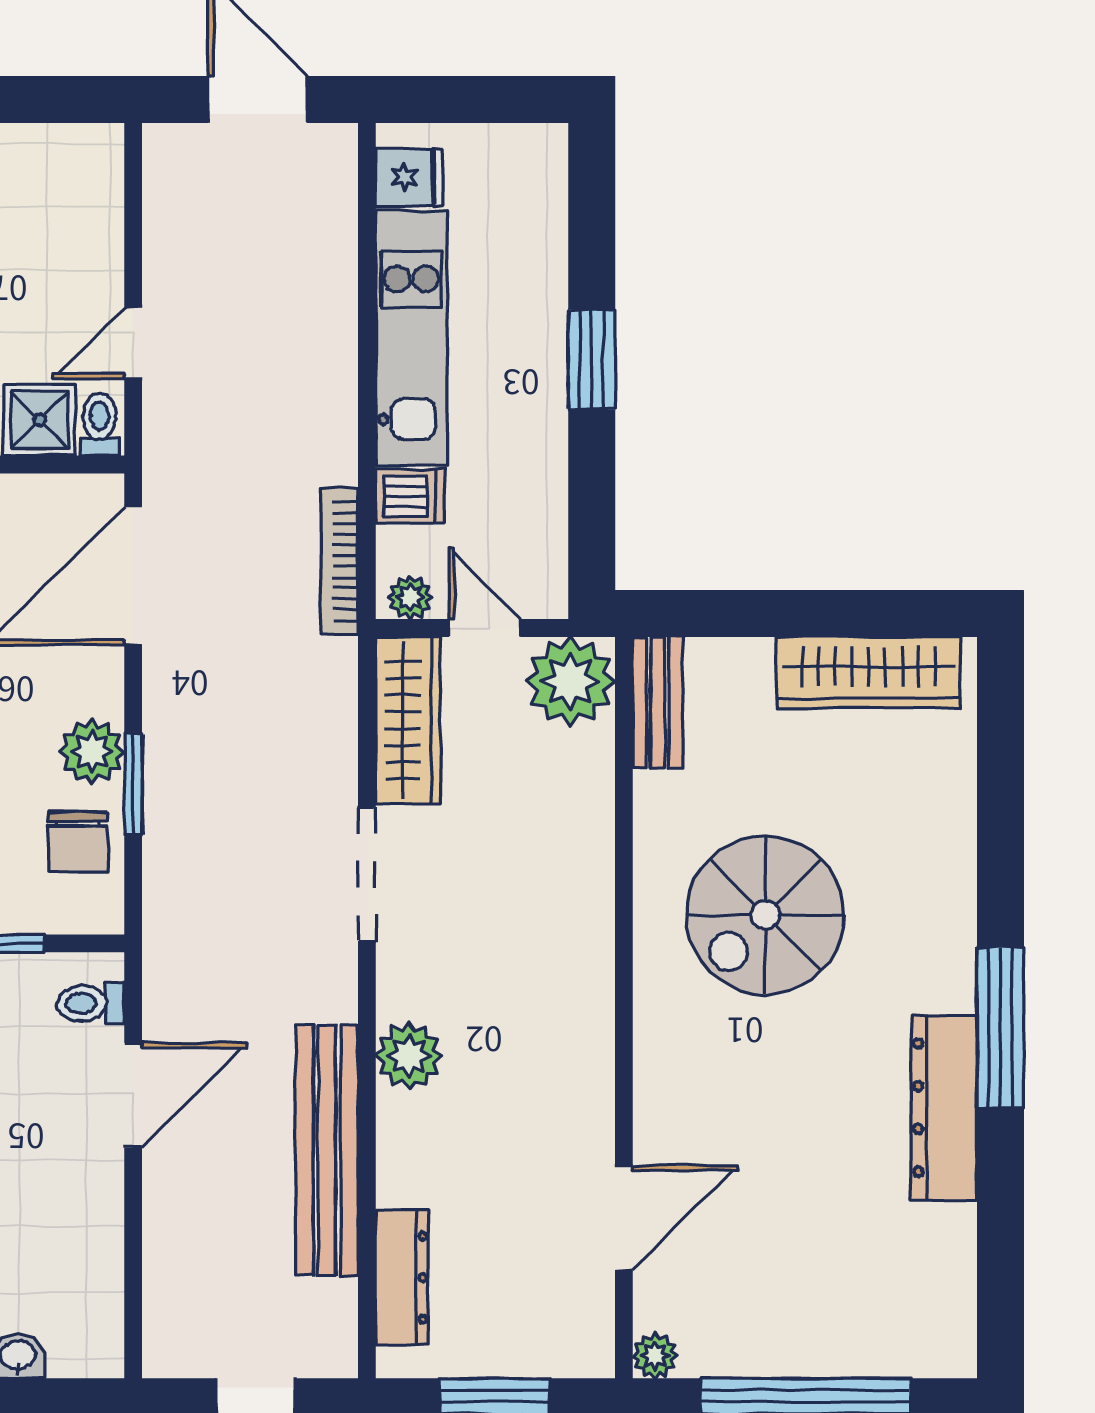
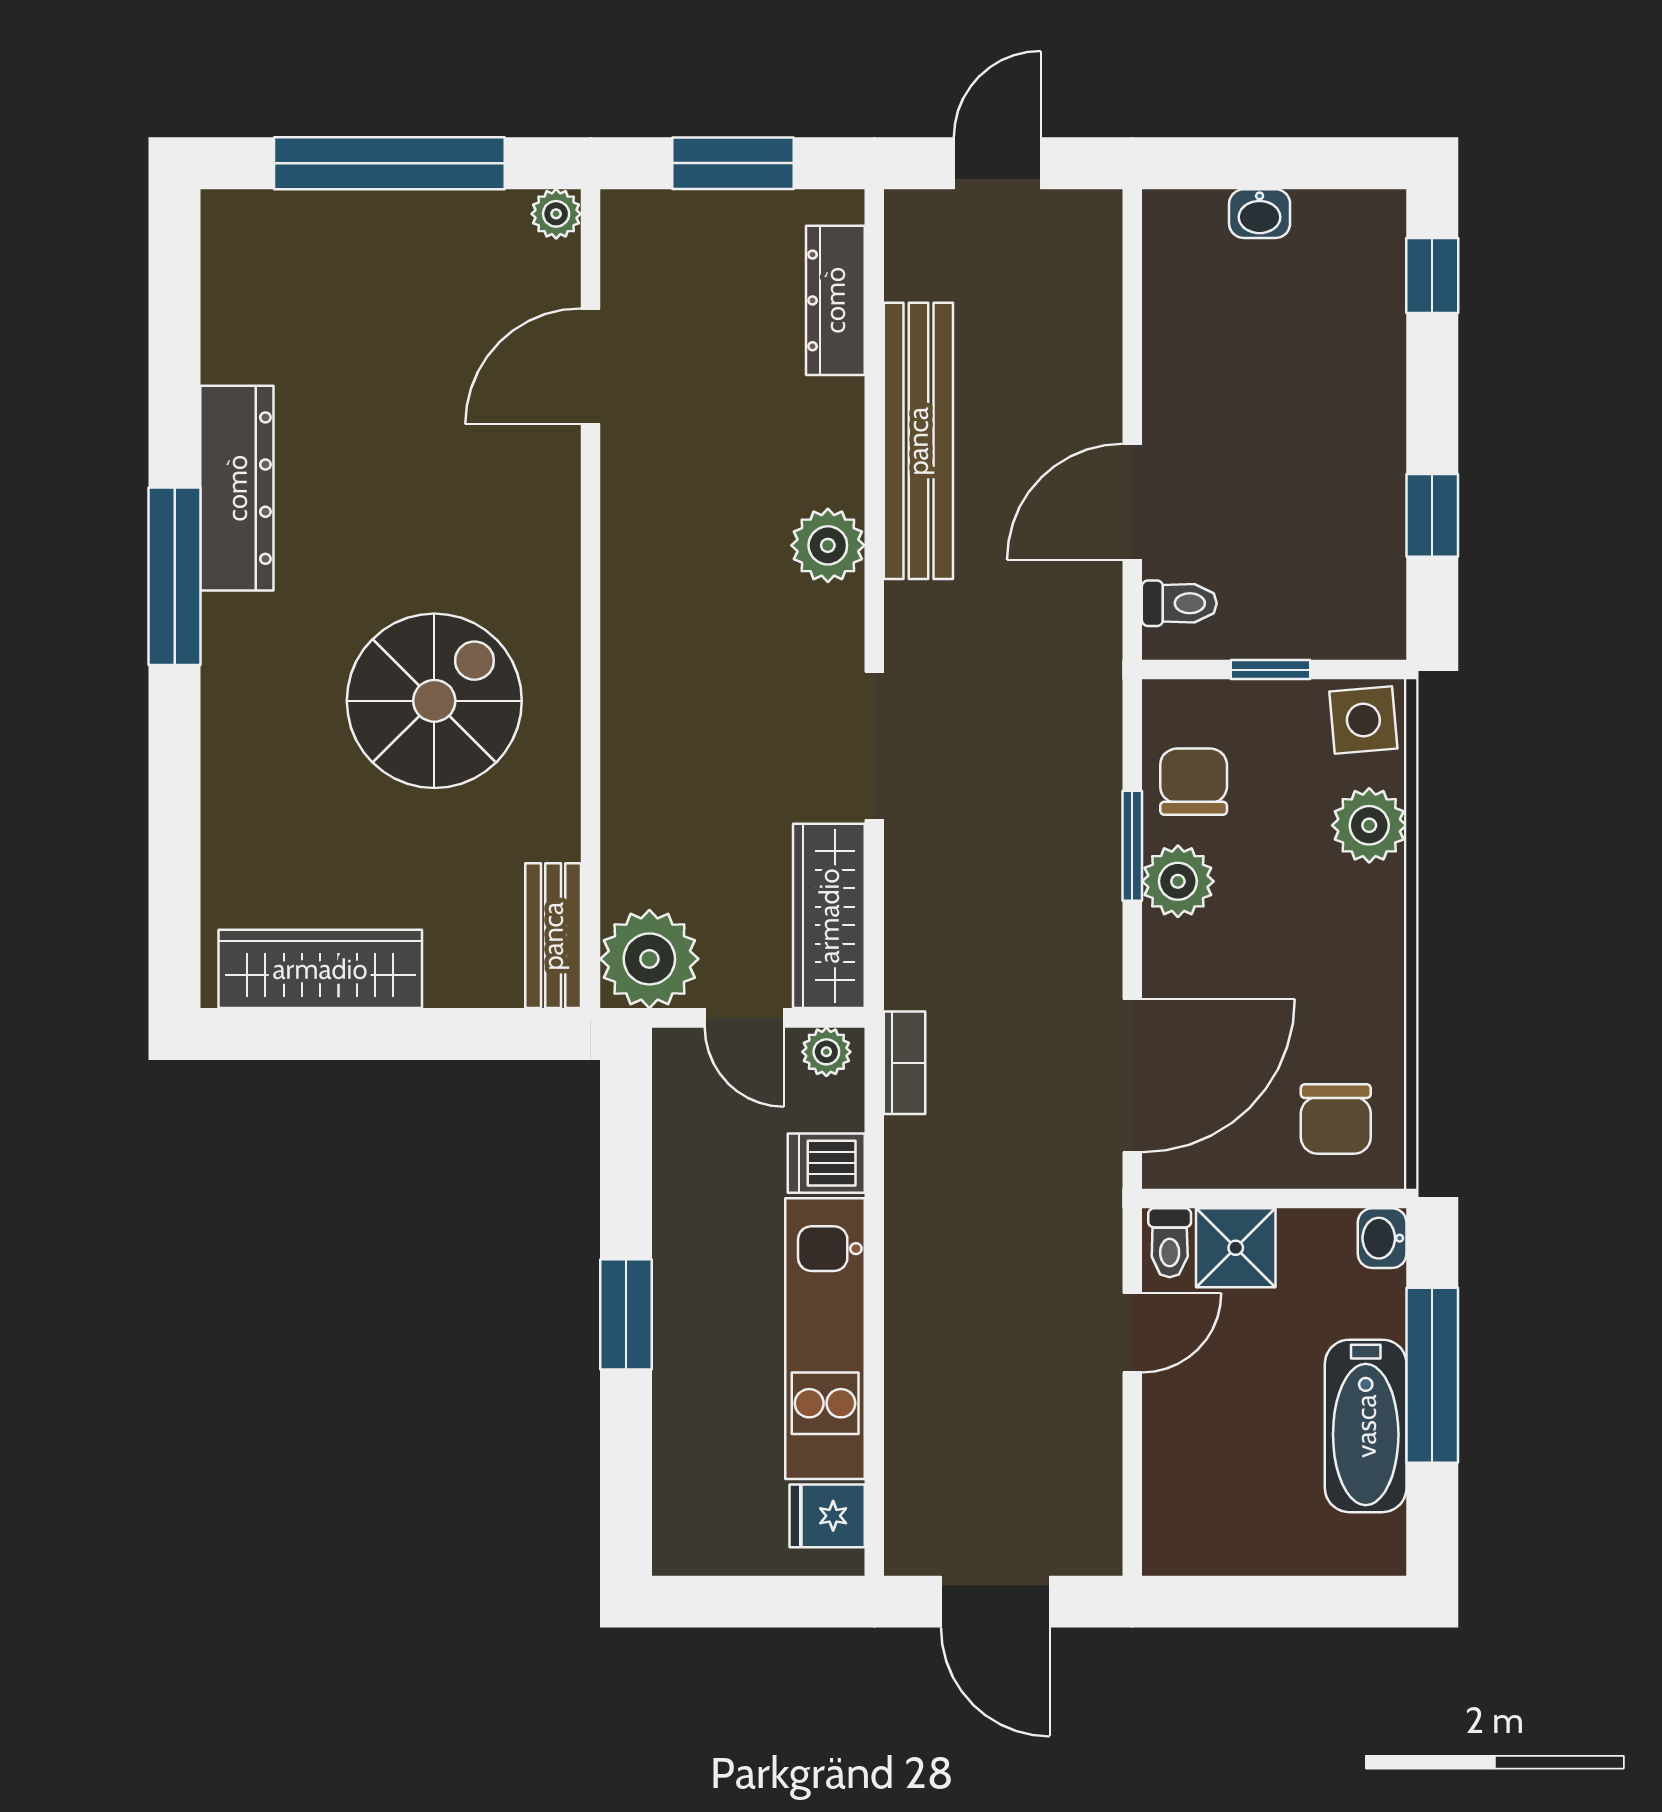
bookcase: (339, 561) -> (905, 1063), width x0.64

